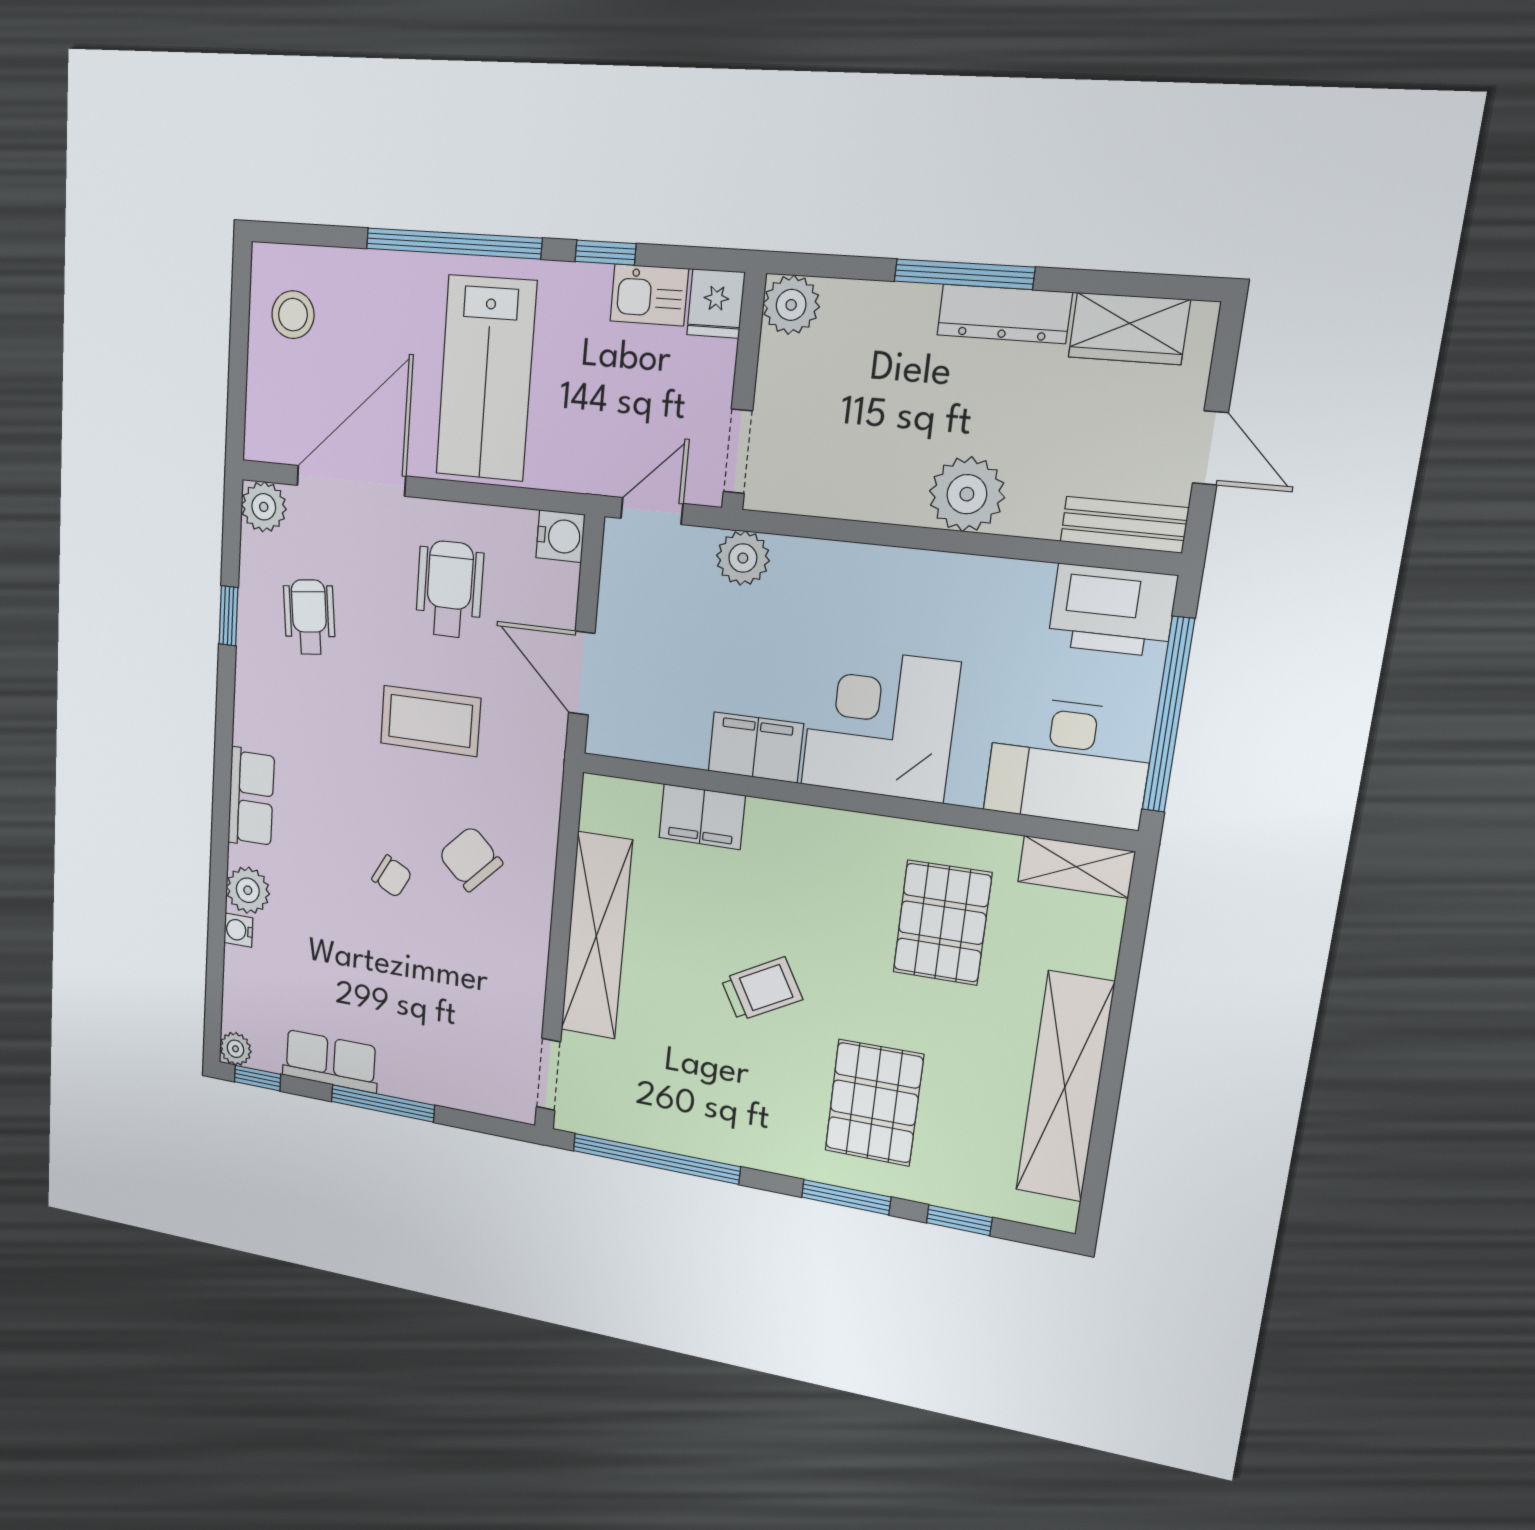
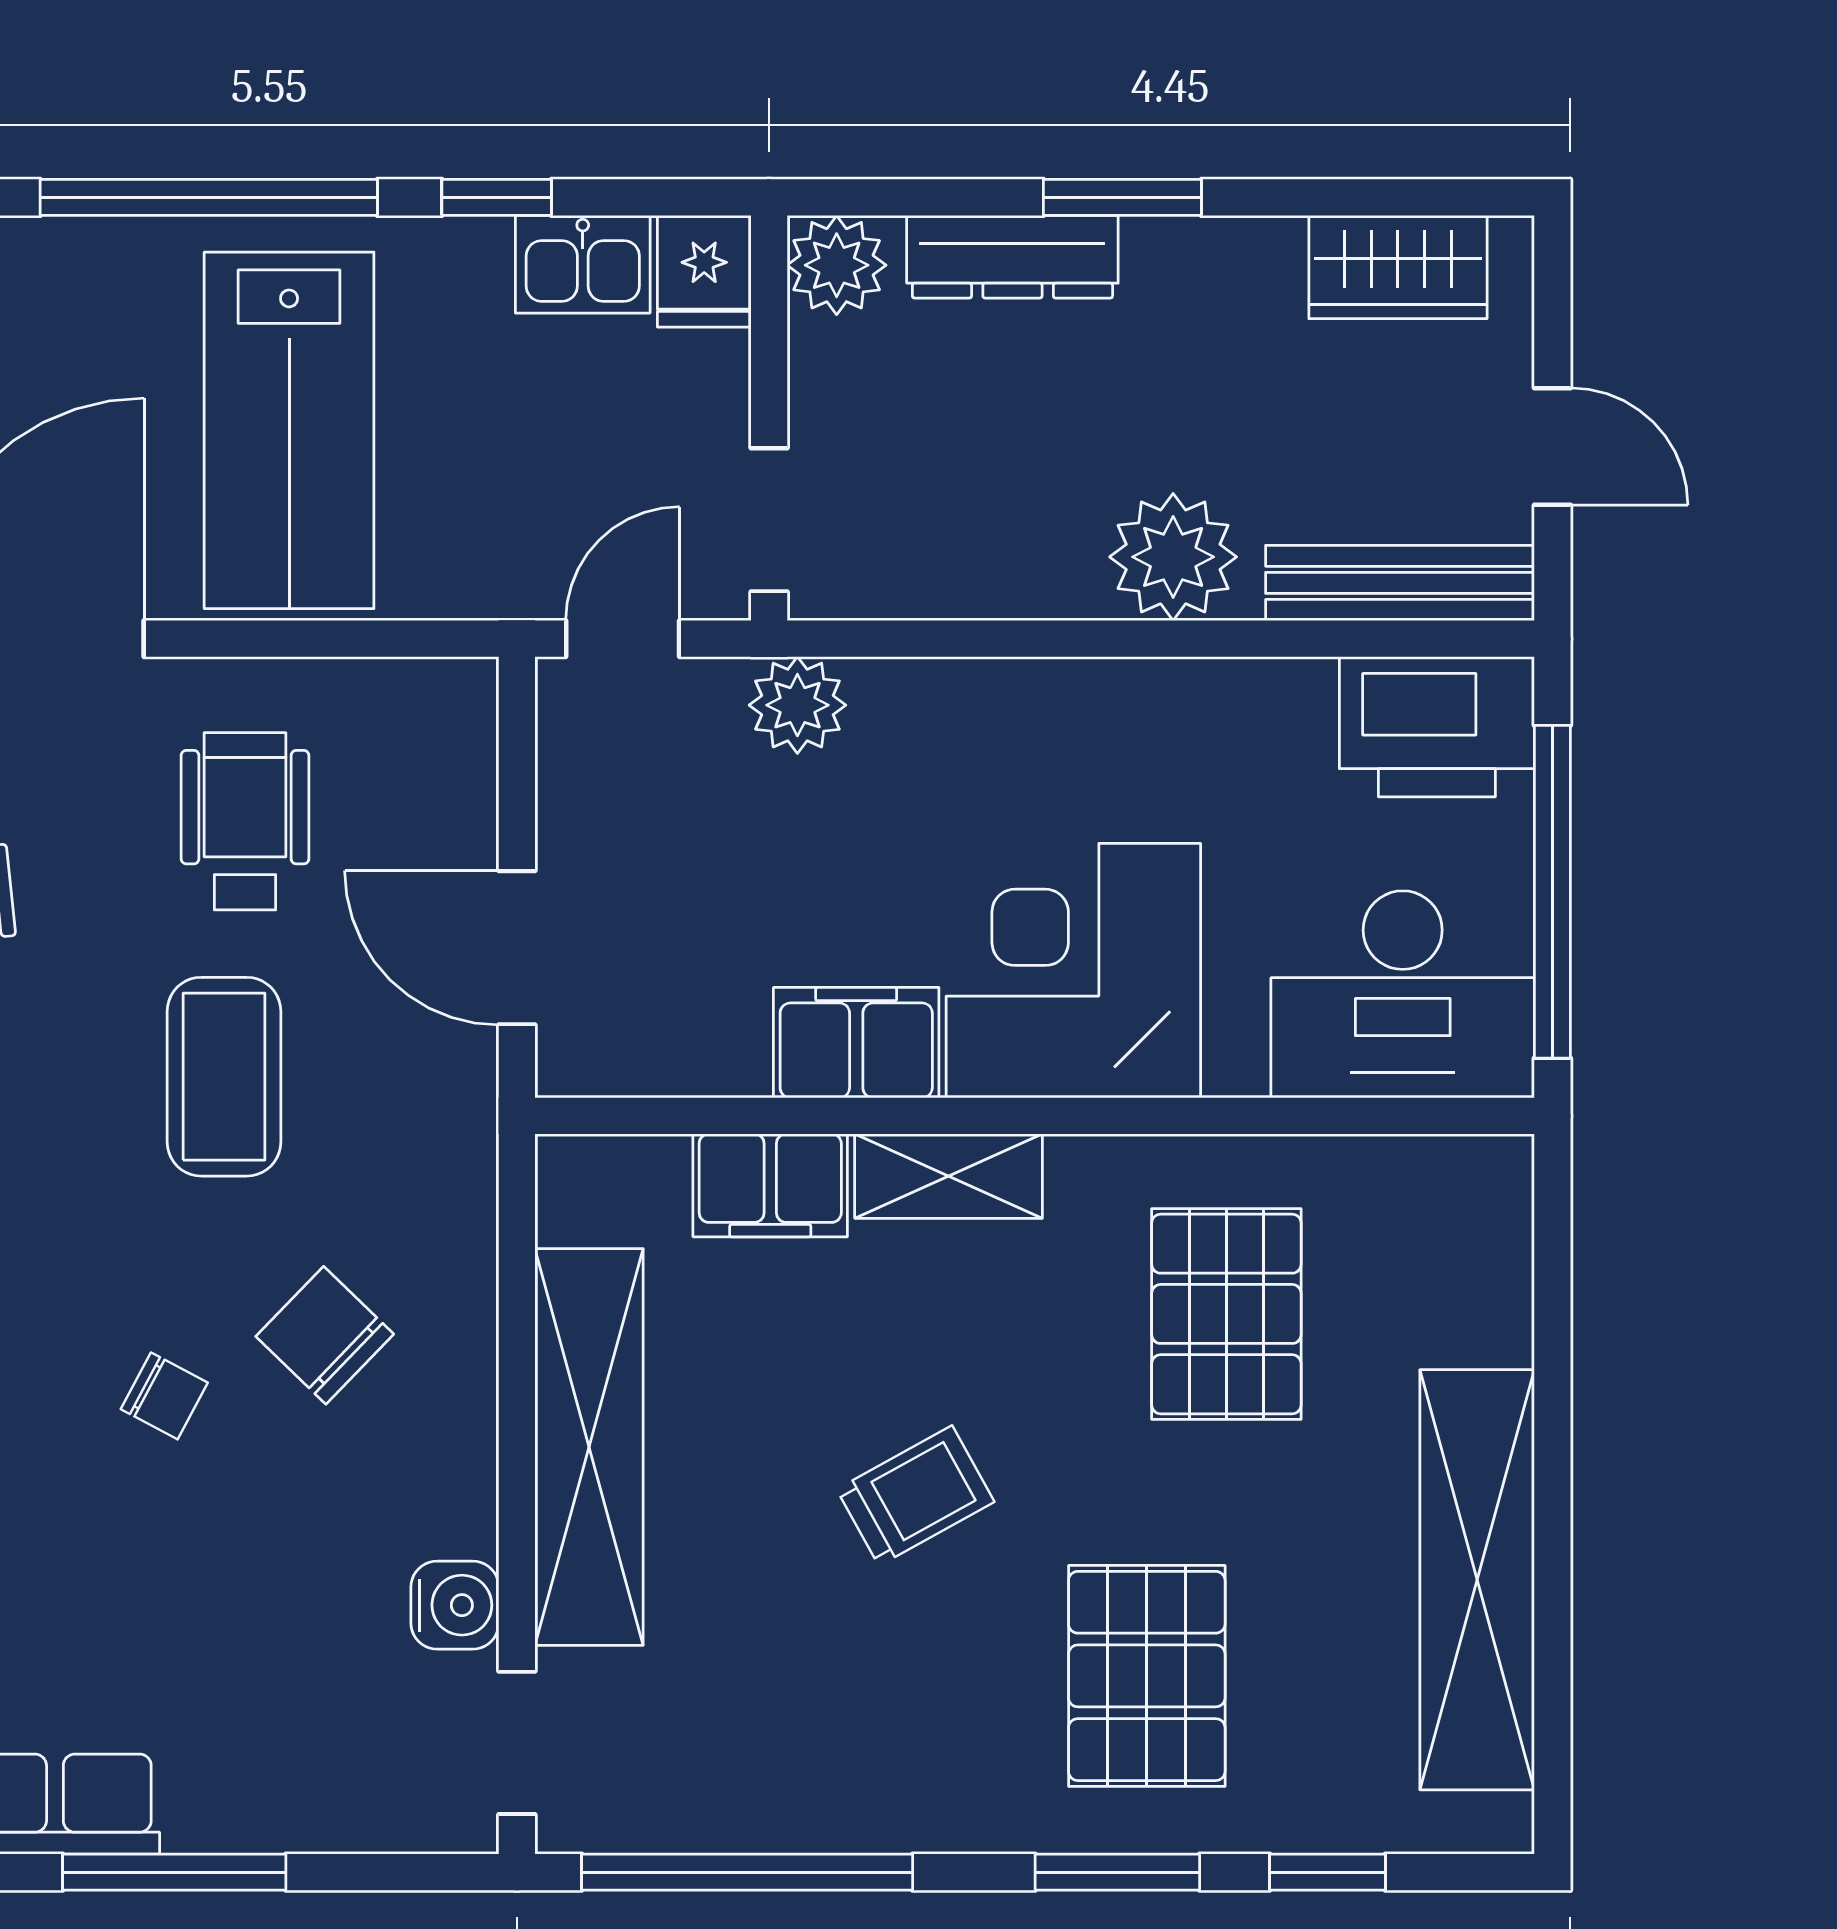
window: (964, 274) -> (1122, 197), width x0.69
dresser: (1004, 314) -> (1012, 257), moved
bench: (1124, 525) -> (1400, 583), width x1.36
water cooler: (560, 536) -> (455, 1605), moved
coffee table: (430, 721) -> (224, 1077), turned 90
shelving: (1076, 867) -> (949, 1176), moved

